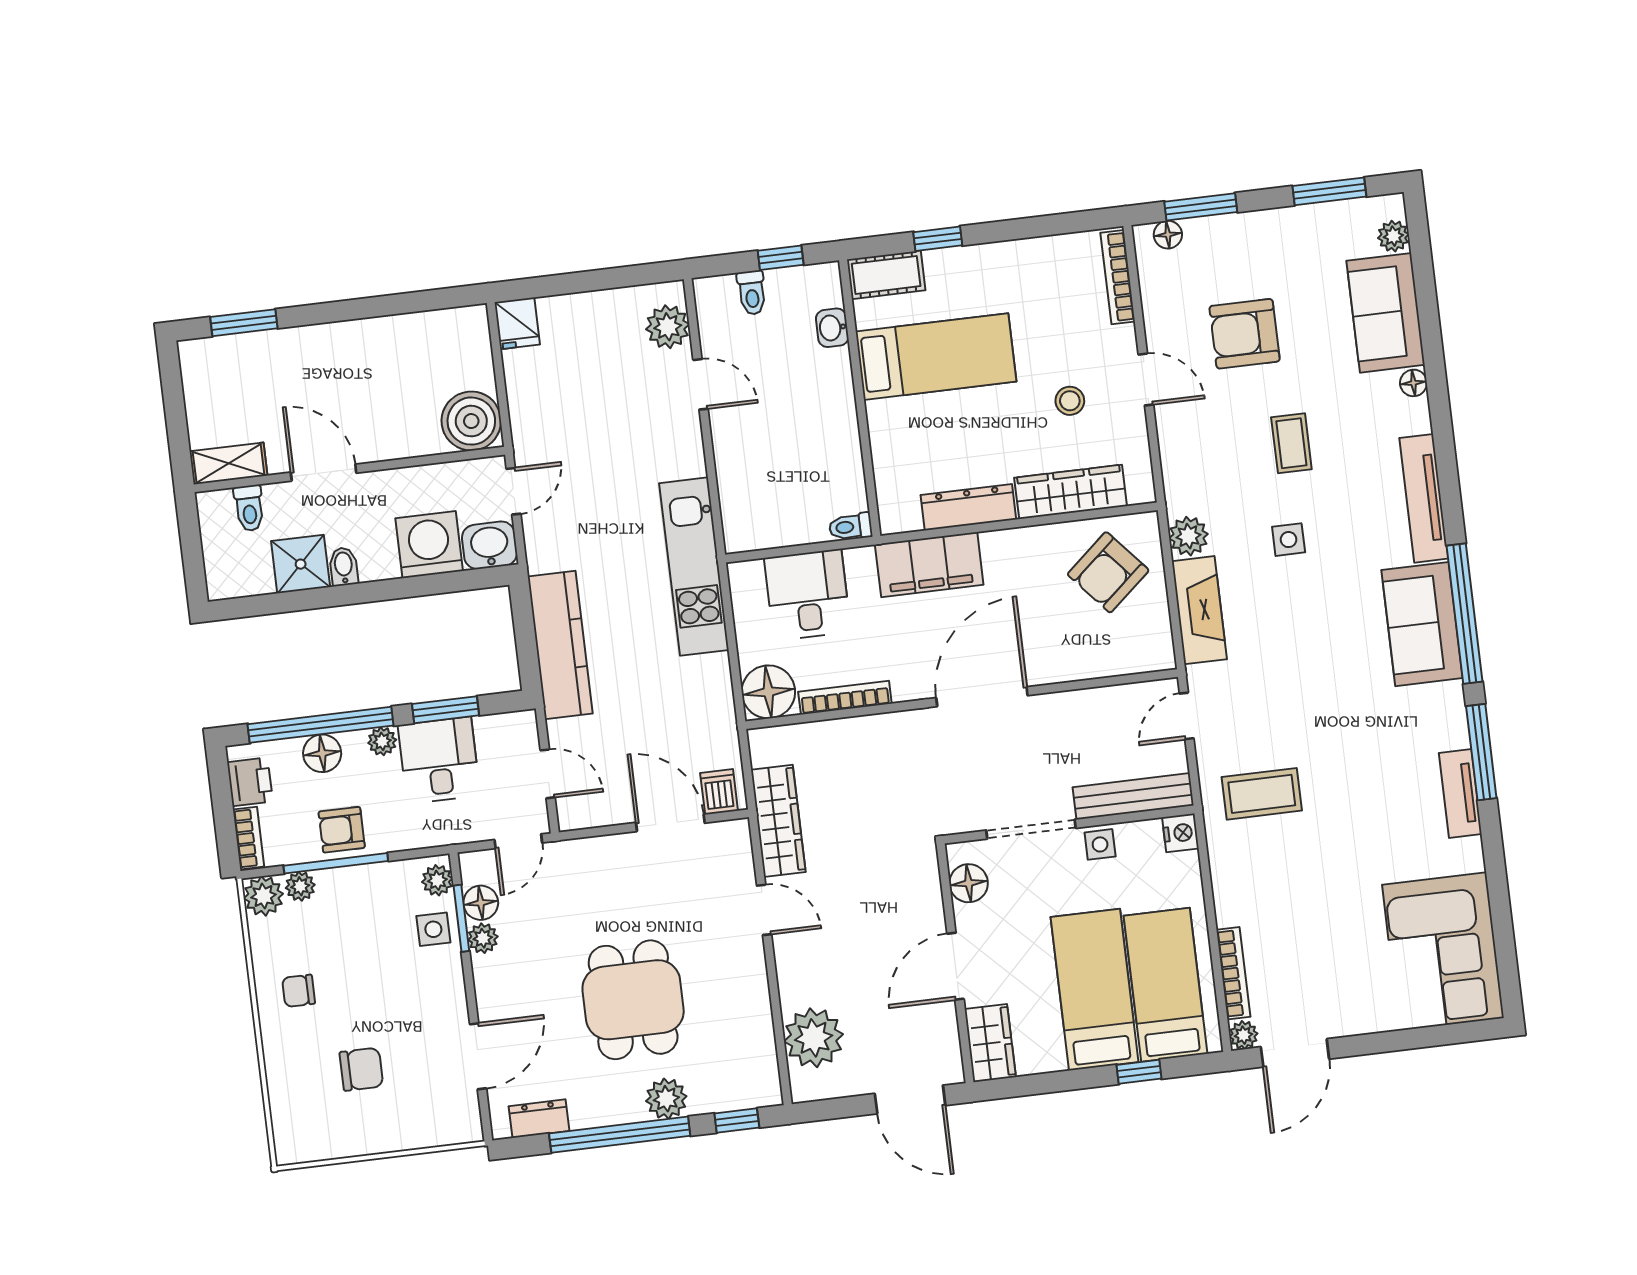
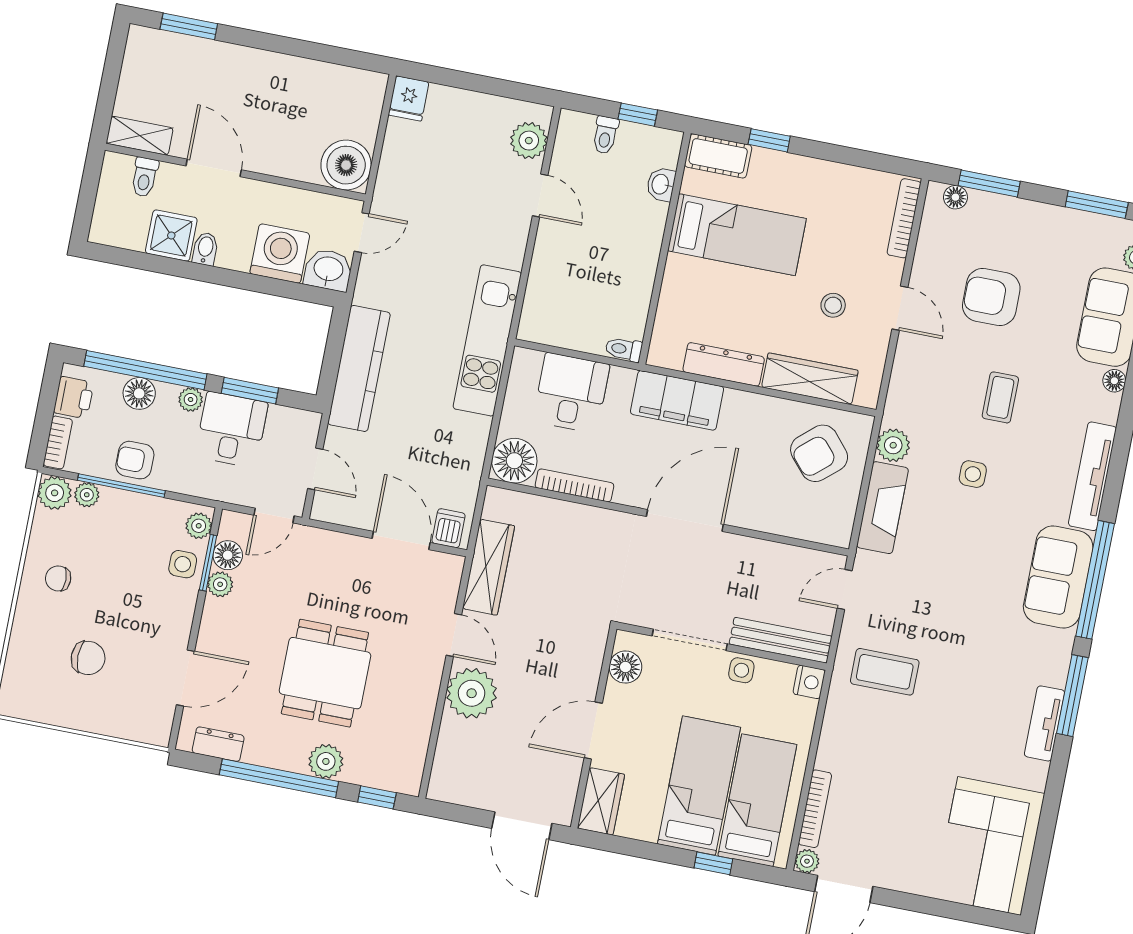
plant: (814, 1038) -> (472, 693), moved

